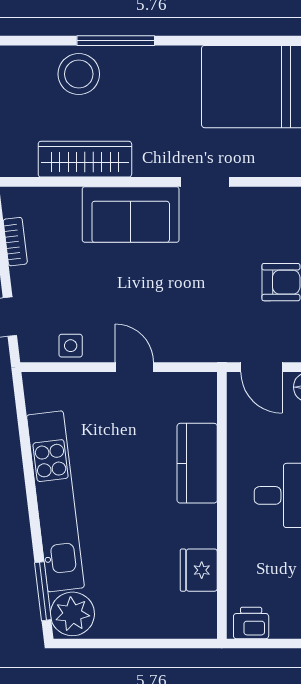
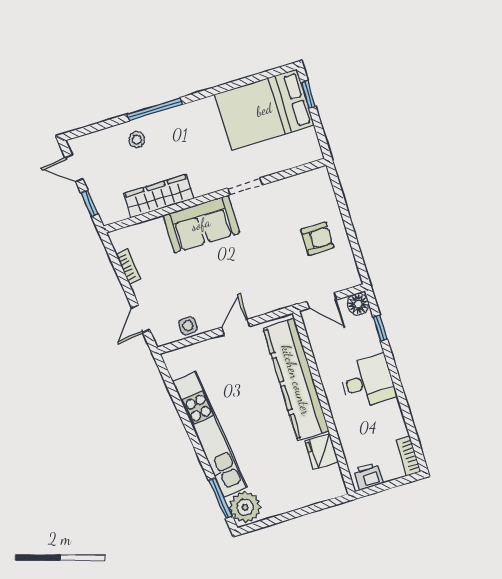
stool: (79, 74) -> (137, 140), width x0.53, depth x0.53
door: (134, 367) -> (236, 327), hinge flipped
kitchen counter: (197, 463) -> (296, 380), width x2.08, depth x1.17

